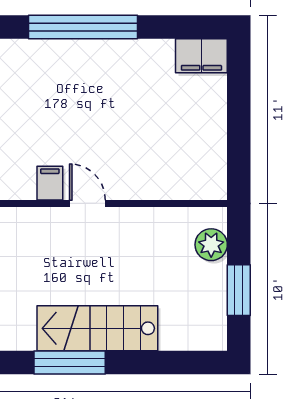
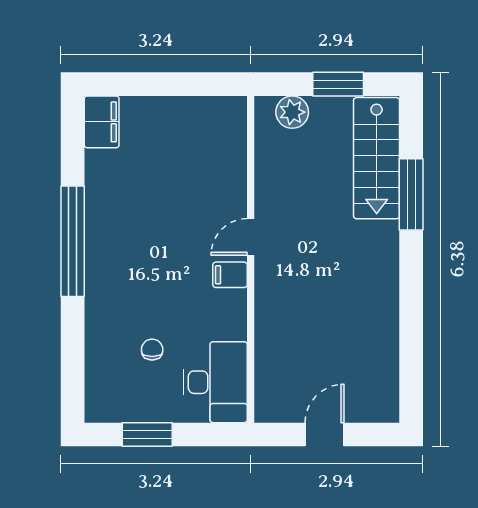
stairs: (97, 328) -> (377, 158), moved
window: (70, 363) -> (411, 194), moved

